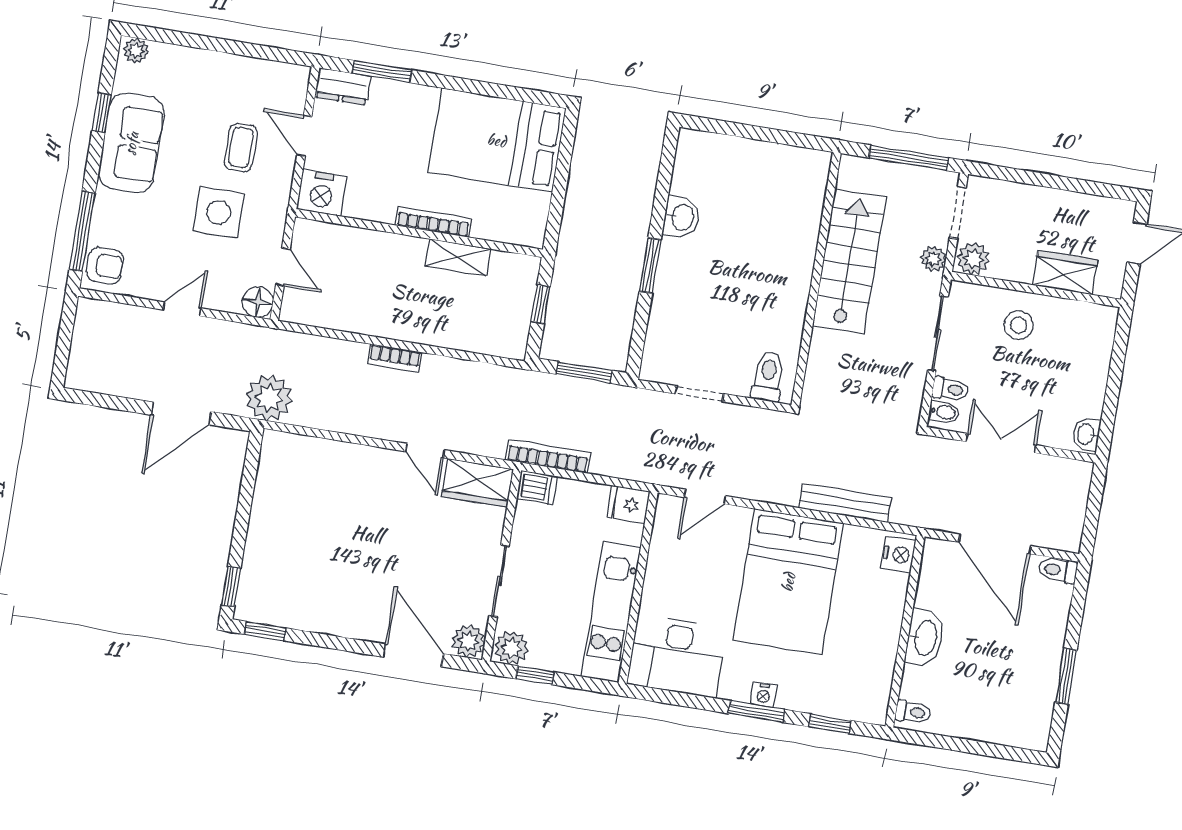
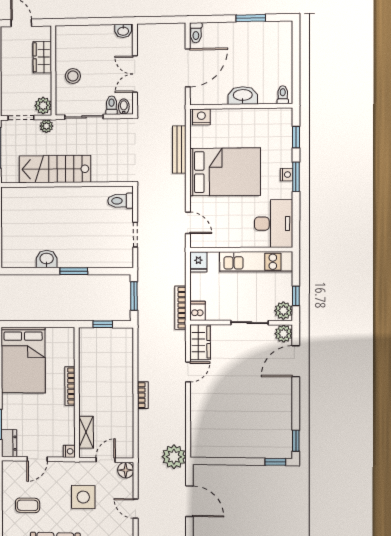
coffee table: (241, 147) -> (28, 505), moved
nightstand: (322, 193) -> (69, 451), width x0.53, depth x0.56
shelving: (458, 257) -> (86, 432), moved

